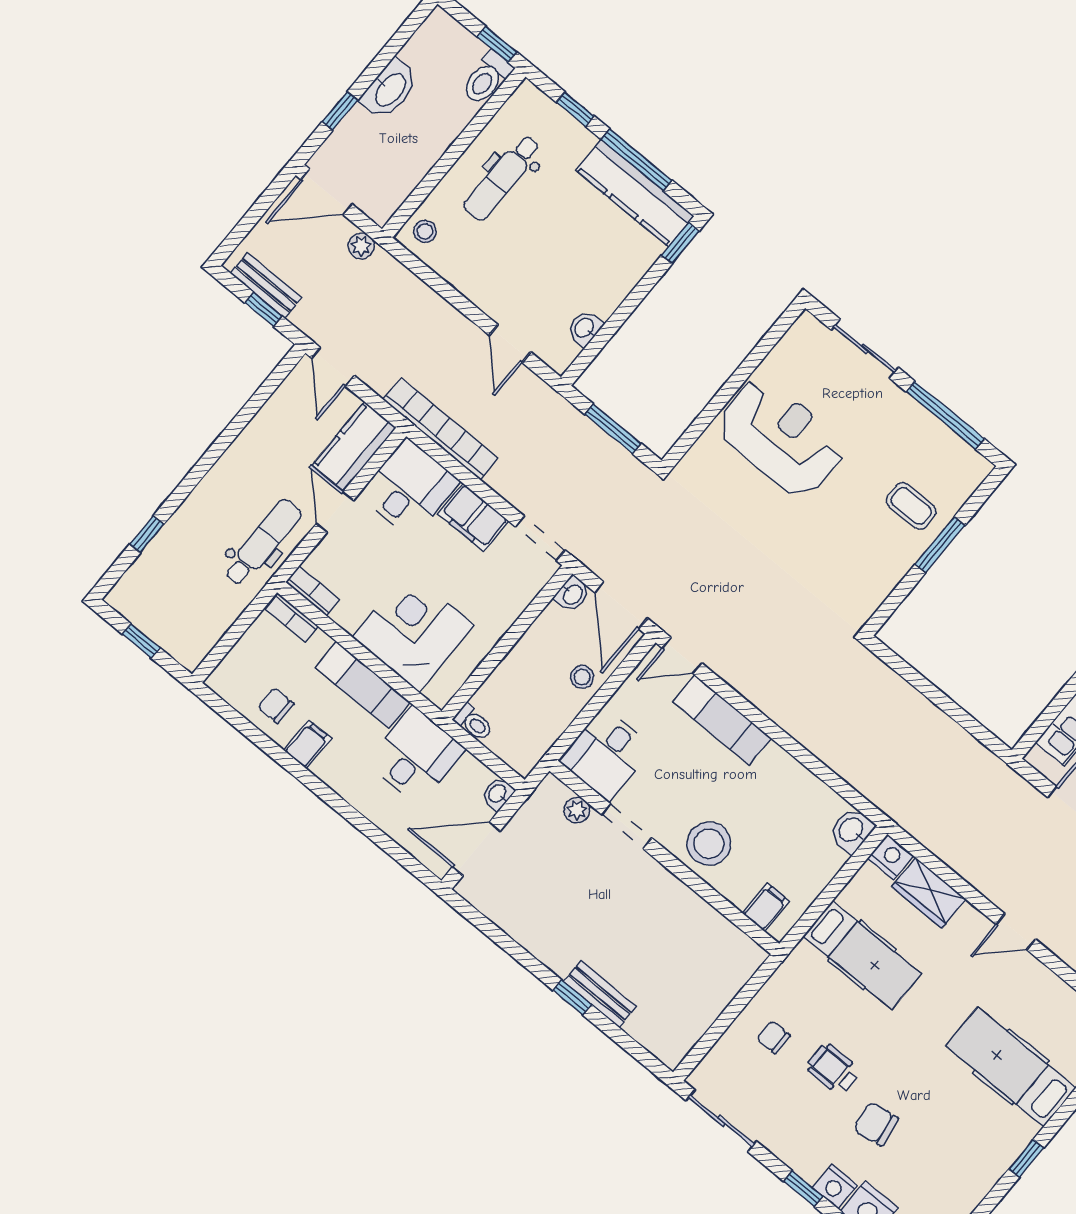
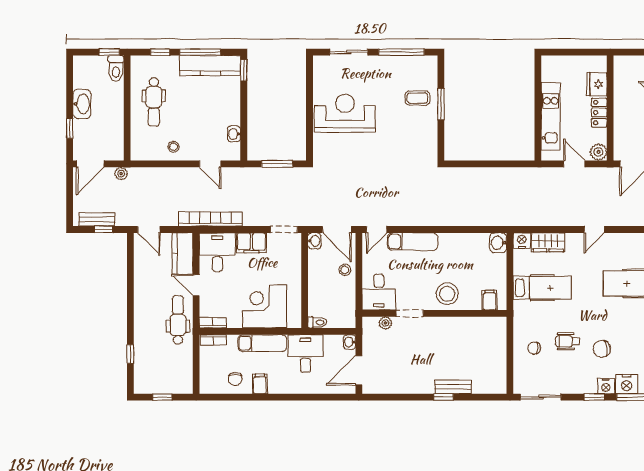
stool: (425, 231) -> (173, 147), moved
chair: (276, 705) -> (235, 379), turned -90

